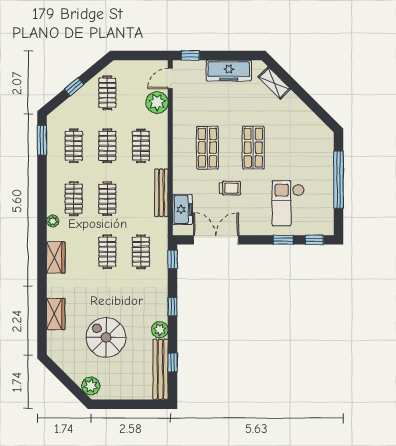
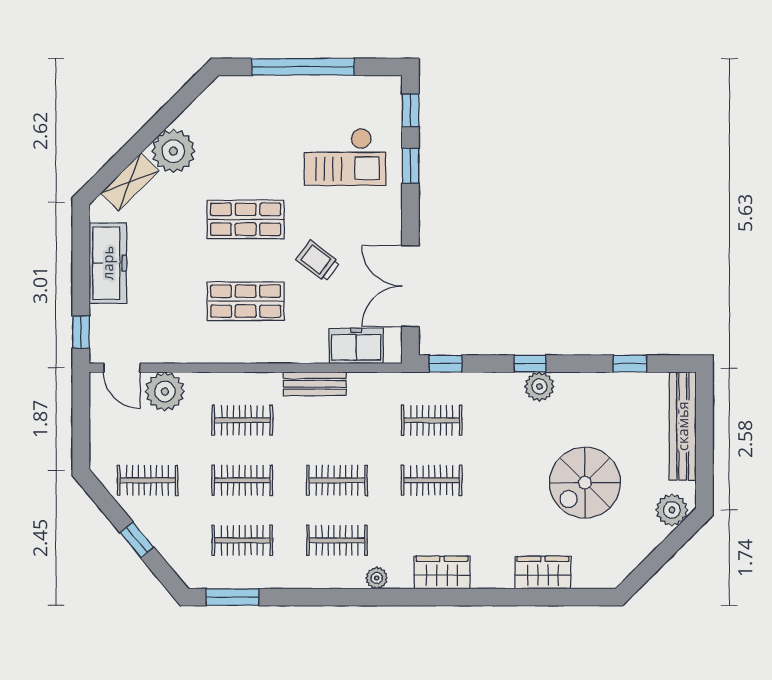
plant: (291, 107) -> (173, 151), added
trolley: (230, 188) -> (318, 261), turned -53
bench: (161, 193) -> (315, 384), width x0.73
plant: (160, 330) -> (539, 386), moved
bench: (160, 369) -> (683, 426), moved, turned 90

